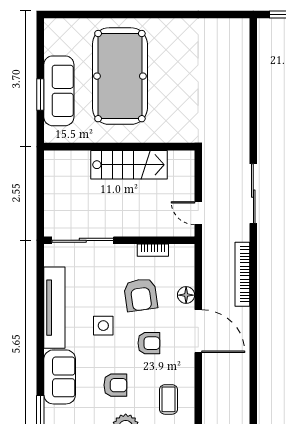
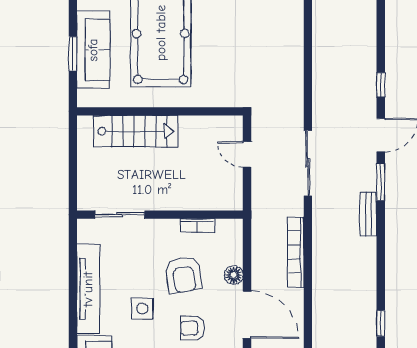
stairs: (129, 165) -> (135, 131), moved
door: (198, 213) -> (247, 154), moved
sliding door: (83, 240) -> (120, 215), width x0.73
armchair: (149, 343) -> (193, 328), turned 180

